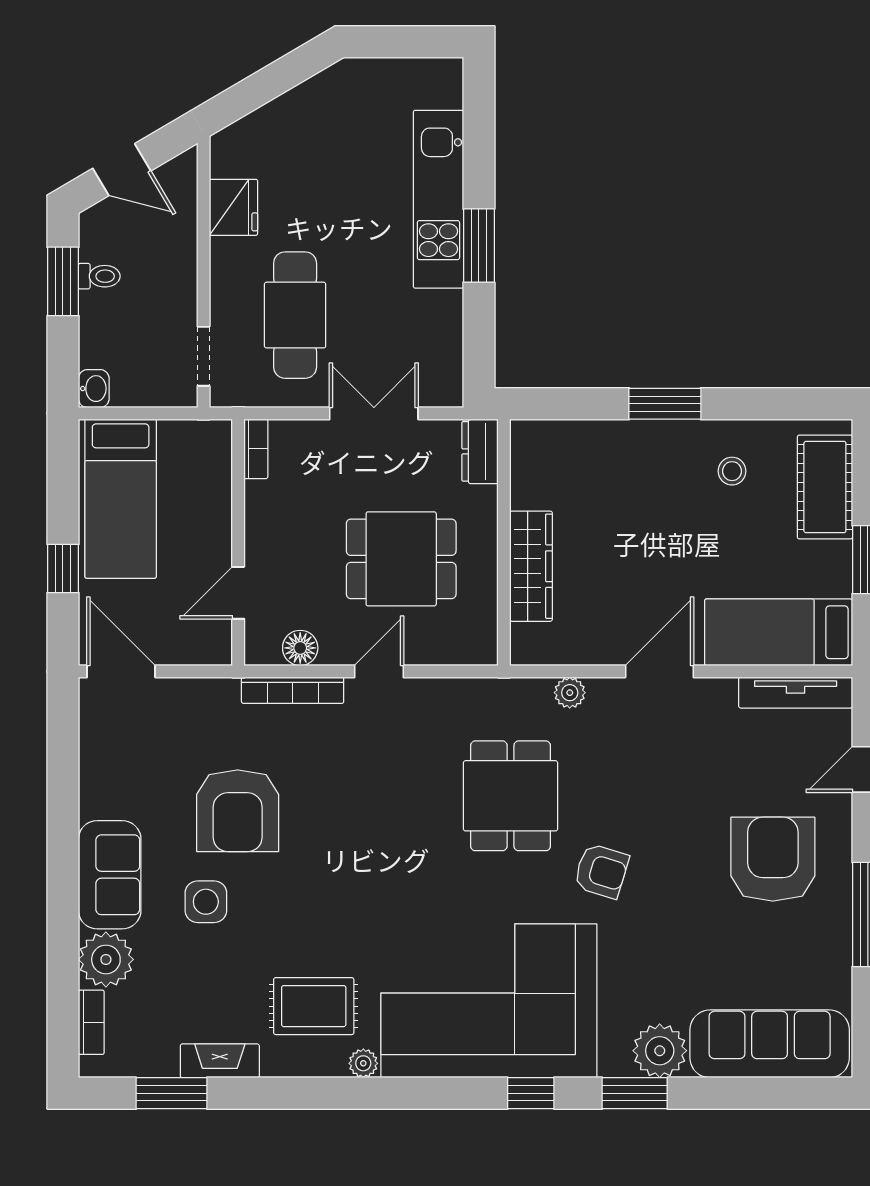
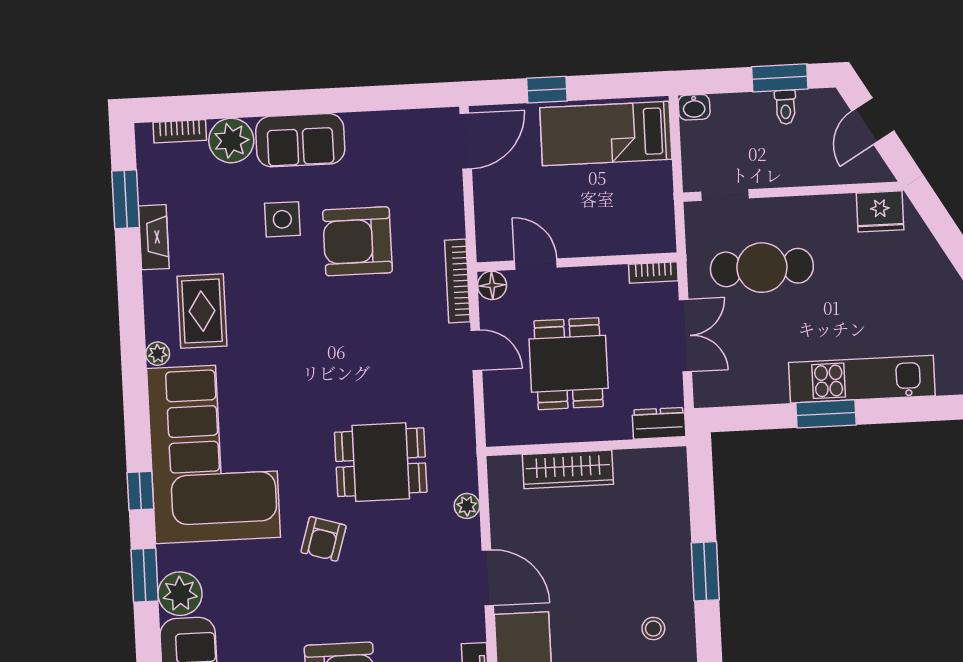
fridge: (233, 207) -> (880, 211), moved
bookcase: (256, 449) -> (653, 273), moved
wall: (238, 542) -> (577, 262), moved
door: (238, 593) -> (536, 264), moved

